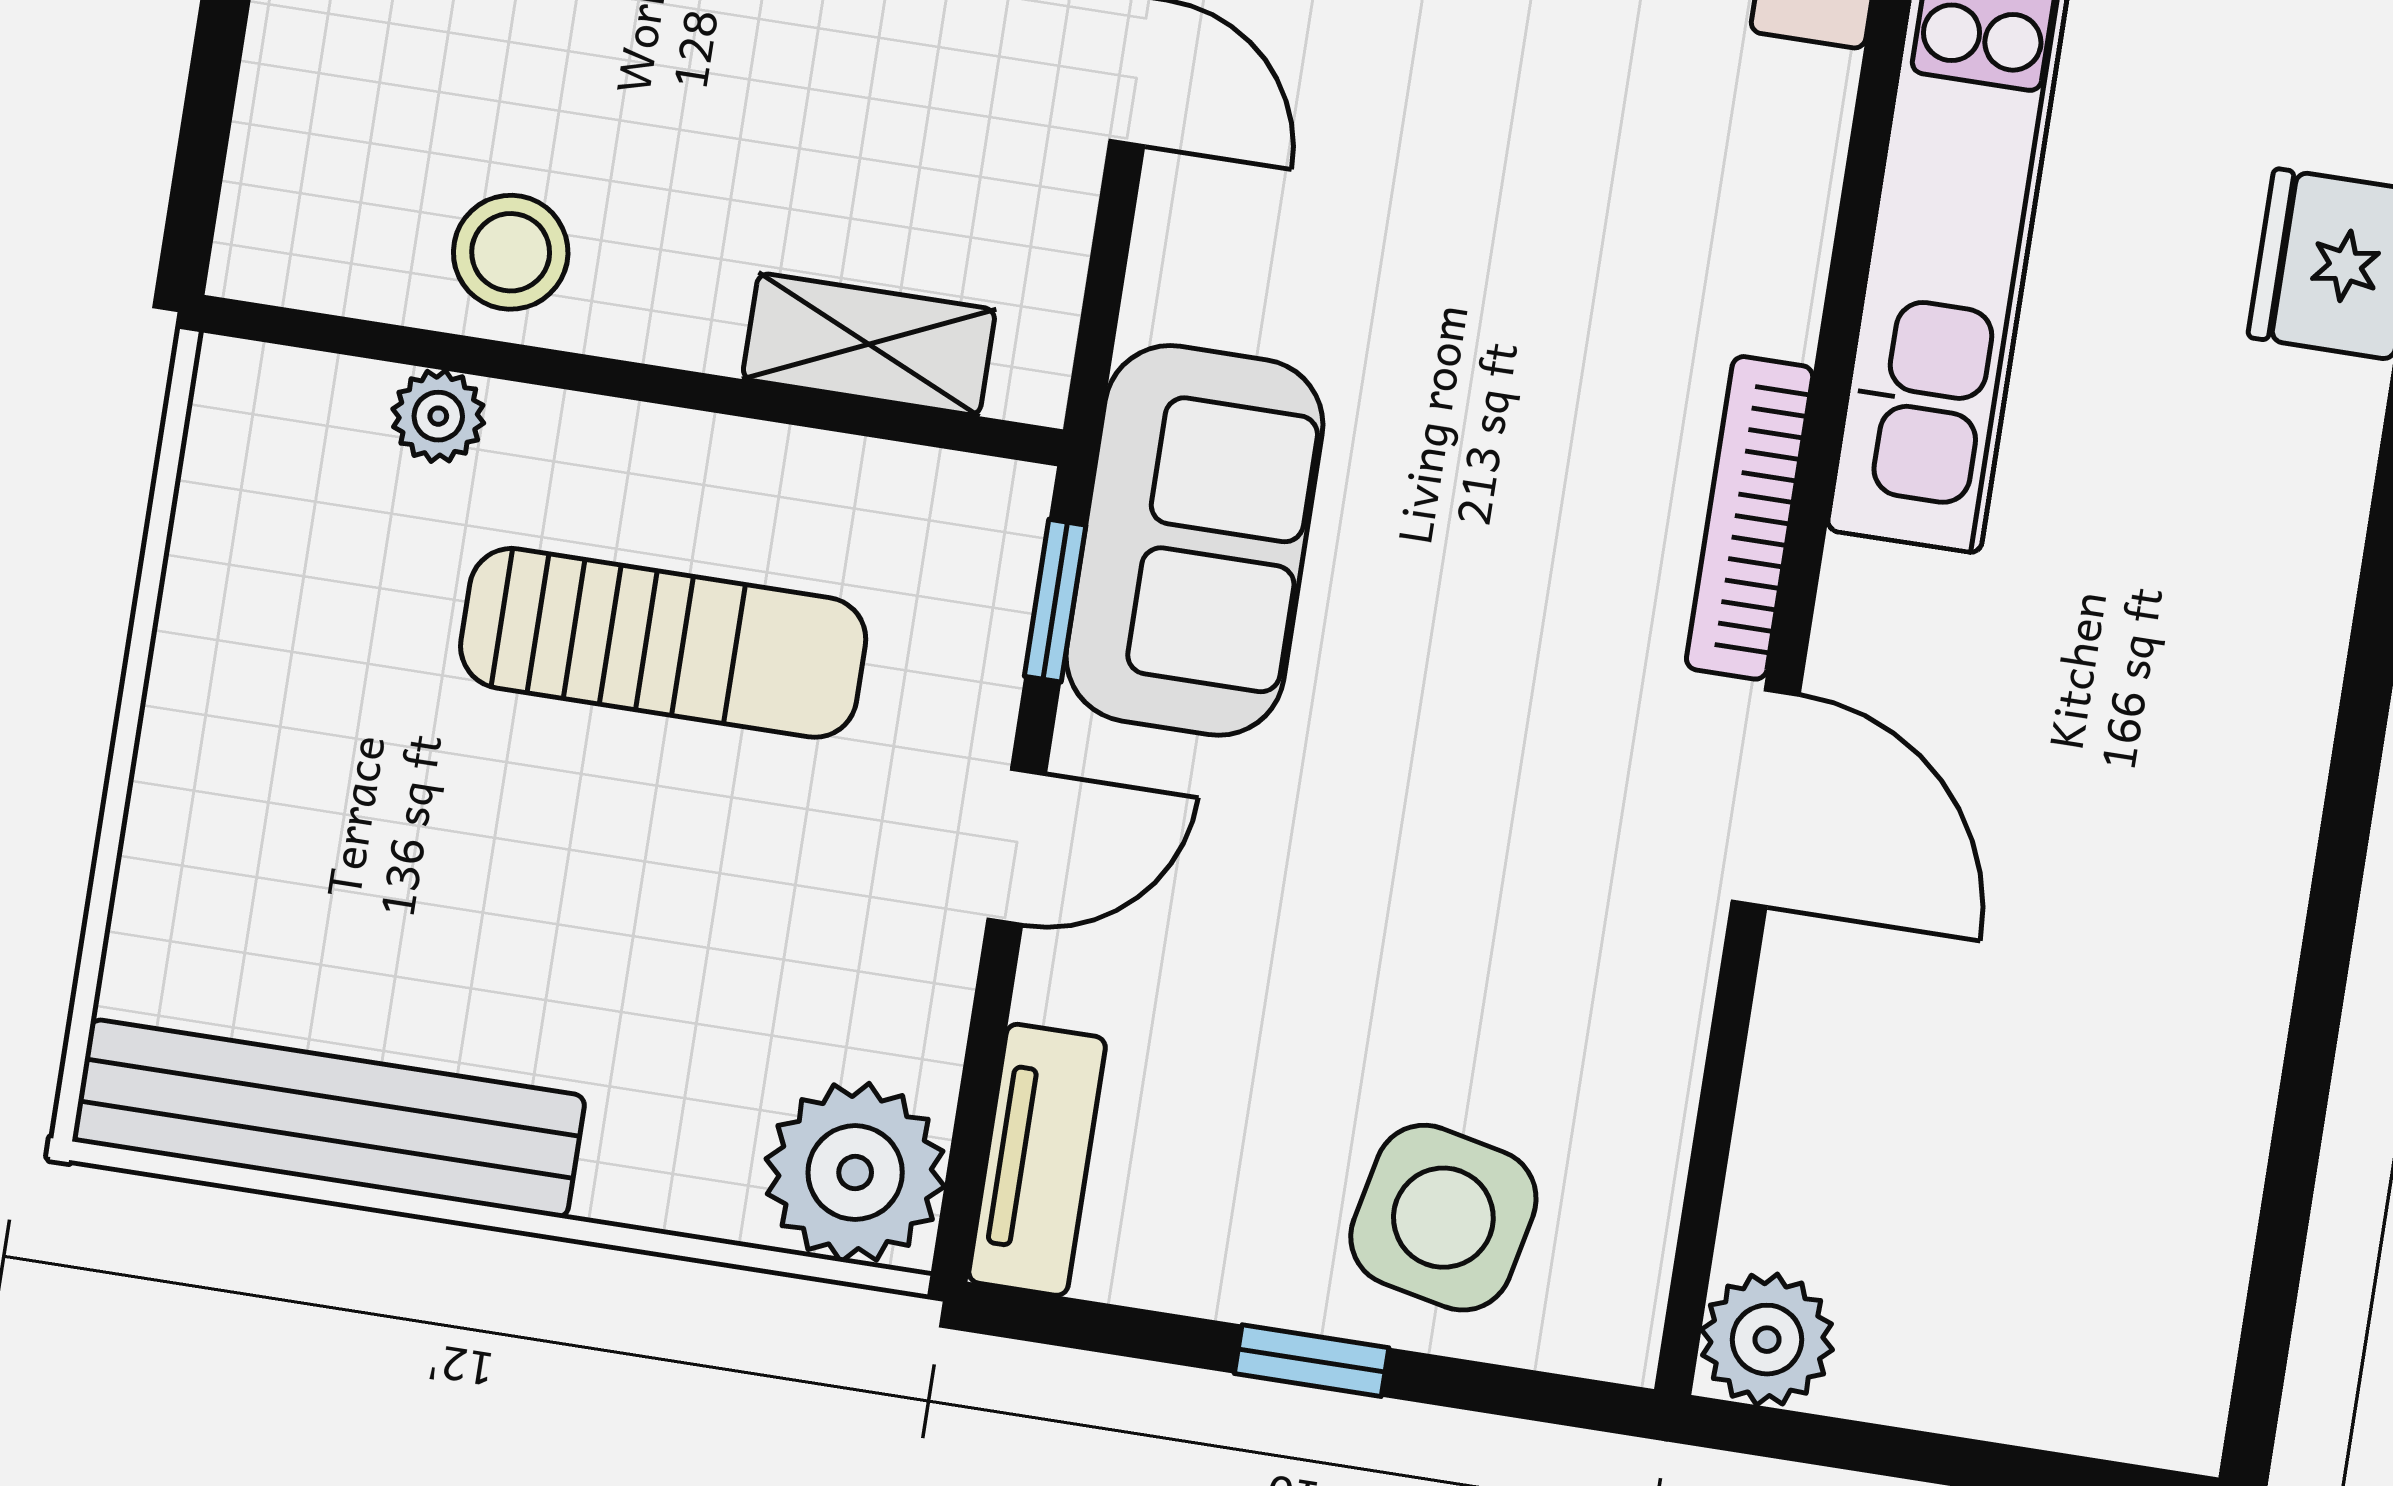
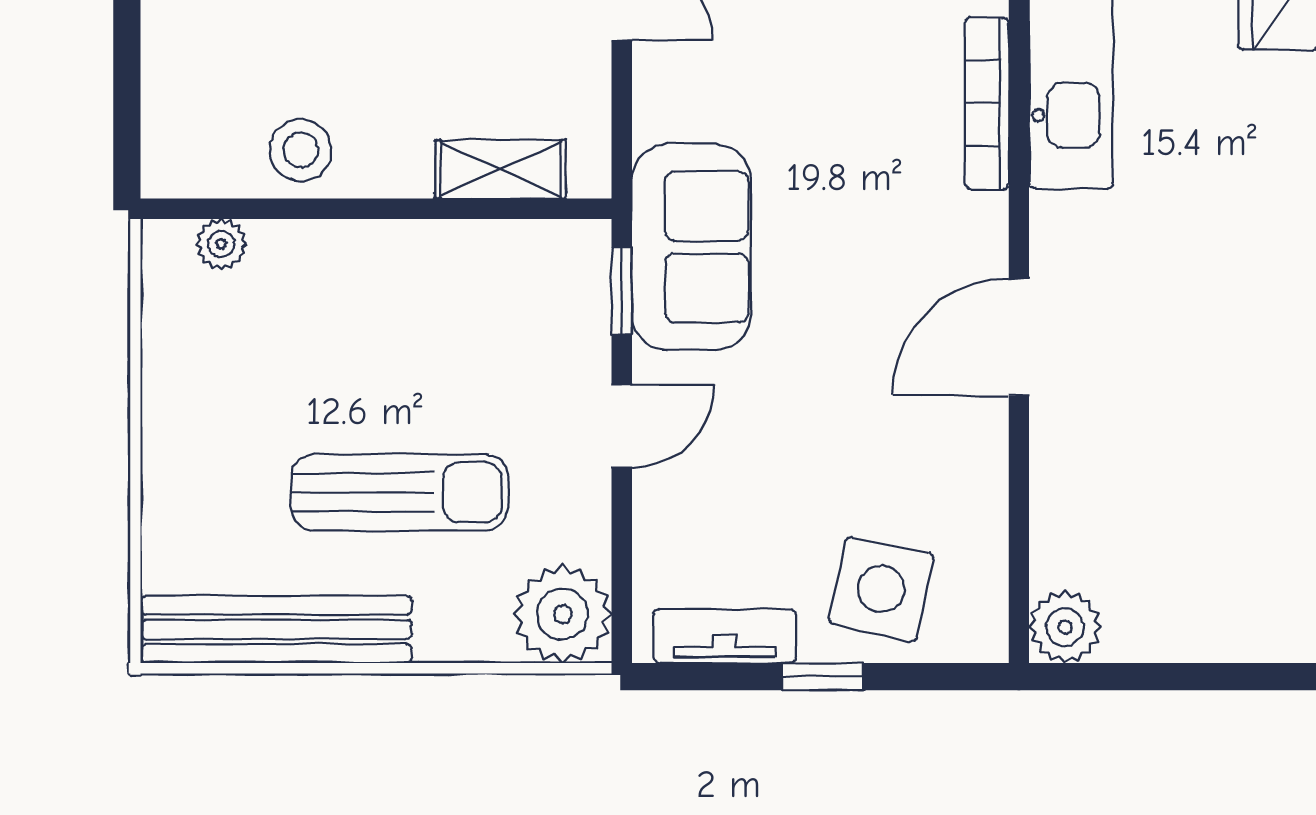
plant: (438, 416) -> (221, 244), moved
bookcase: (1750, 518) -> (987, 103), moved
sun lounger: (663, 643) -> (400, 492), moved
door: (1766, 798) -> (1019, 337), swing flipped
tv unit: (1037, 1160) -> (725, 636), moved, turned -90

